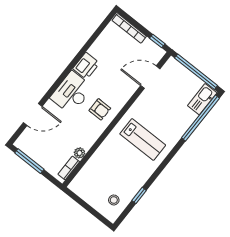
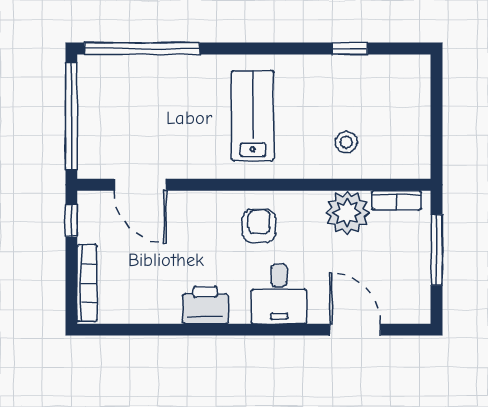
desk: (72, 93) -> (279, 294), width x0.73
kitchen sink: (202, 99) -> (109, 70), removed
plant: (79, 153) -> (347, 213), width x1.87, depth x1.87
window: (29, 161) -> (437, 250), moved
stool: (114, 200) -> (346, 142), moved

